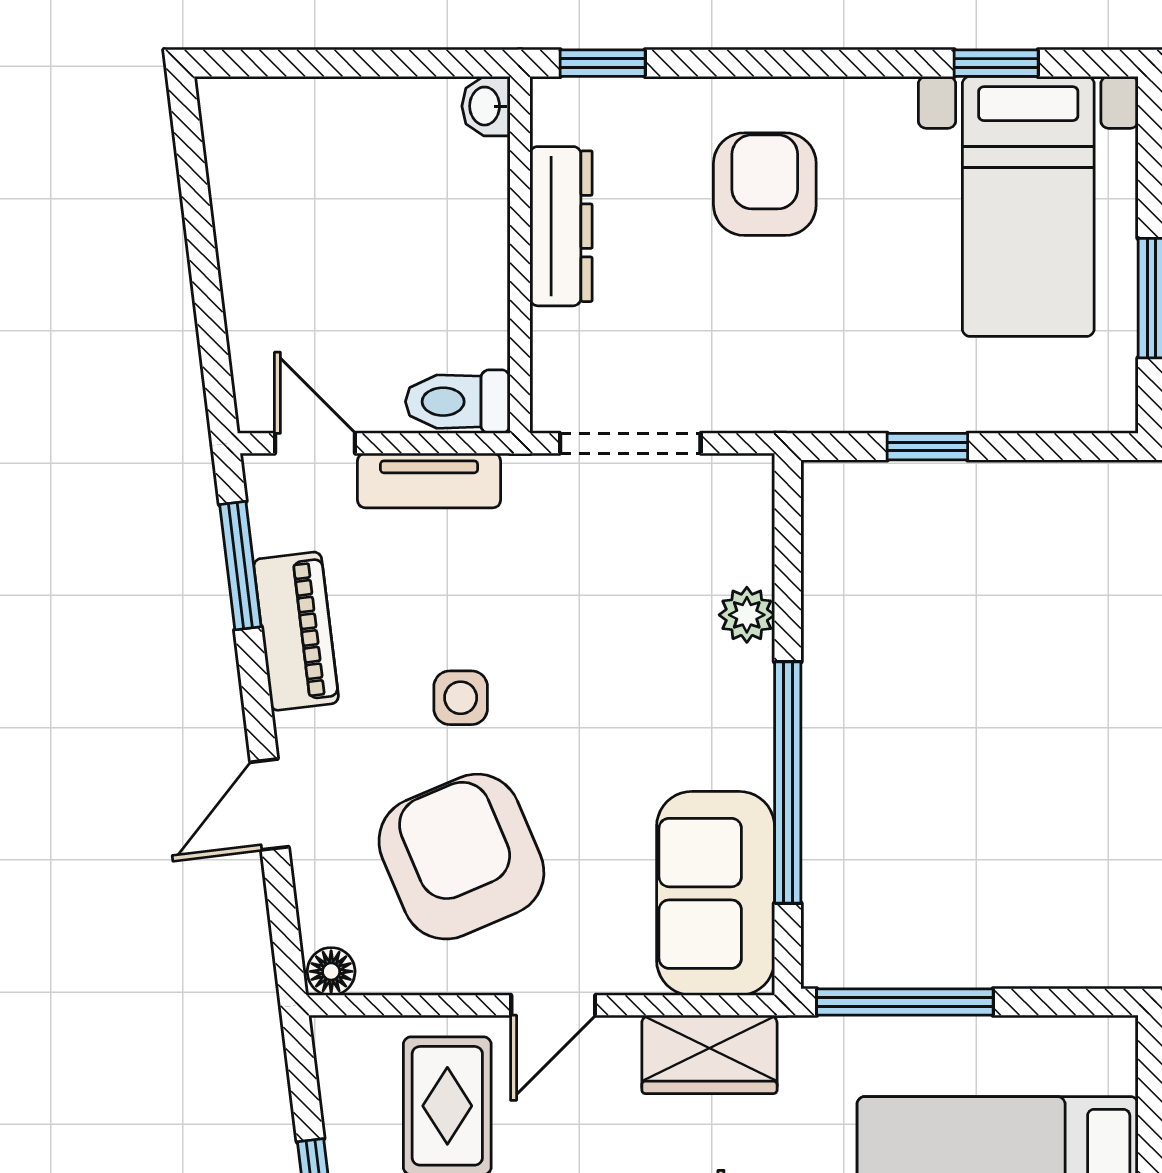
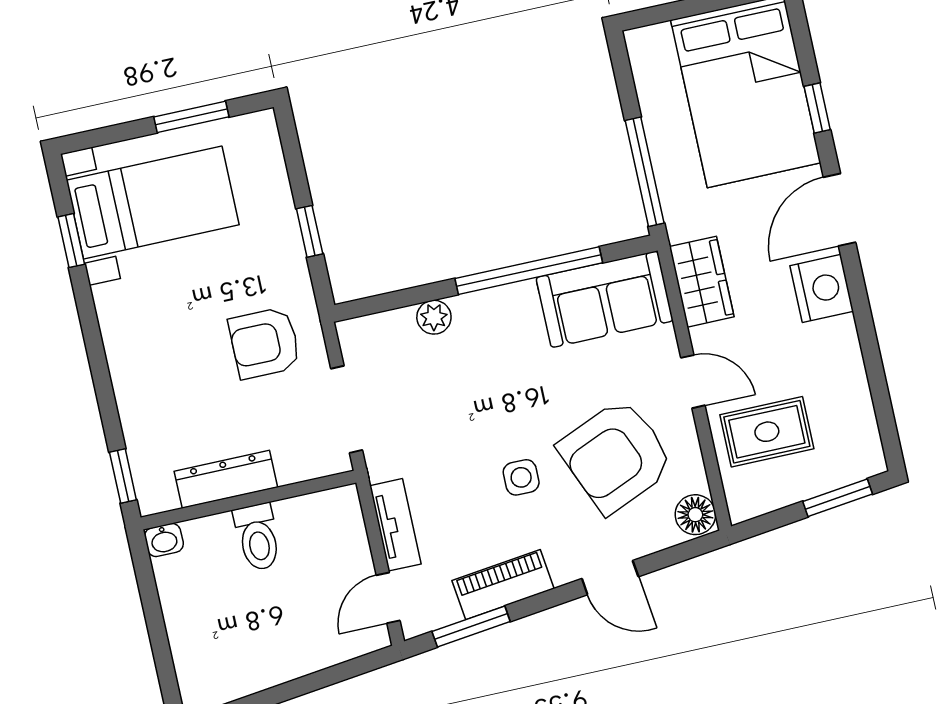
armchair: (765, 184) -> (265, 343), moved
toilet: (458, 402) -> (258, 537), moved
floor lamp: (331, 971) -> (695, 515), width x1.37, depth x1.37

